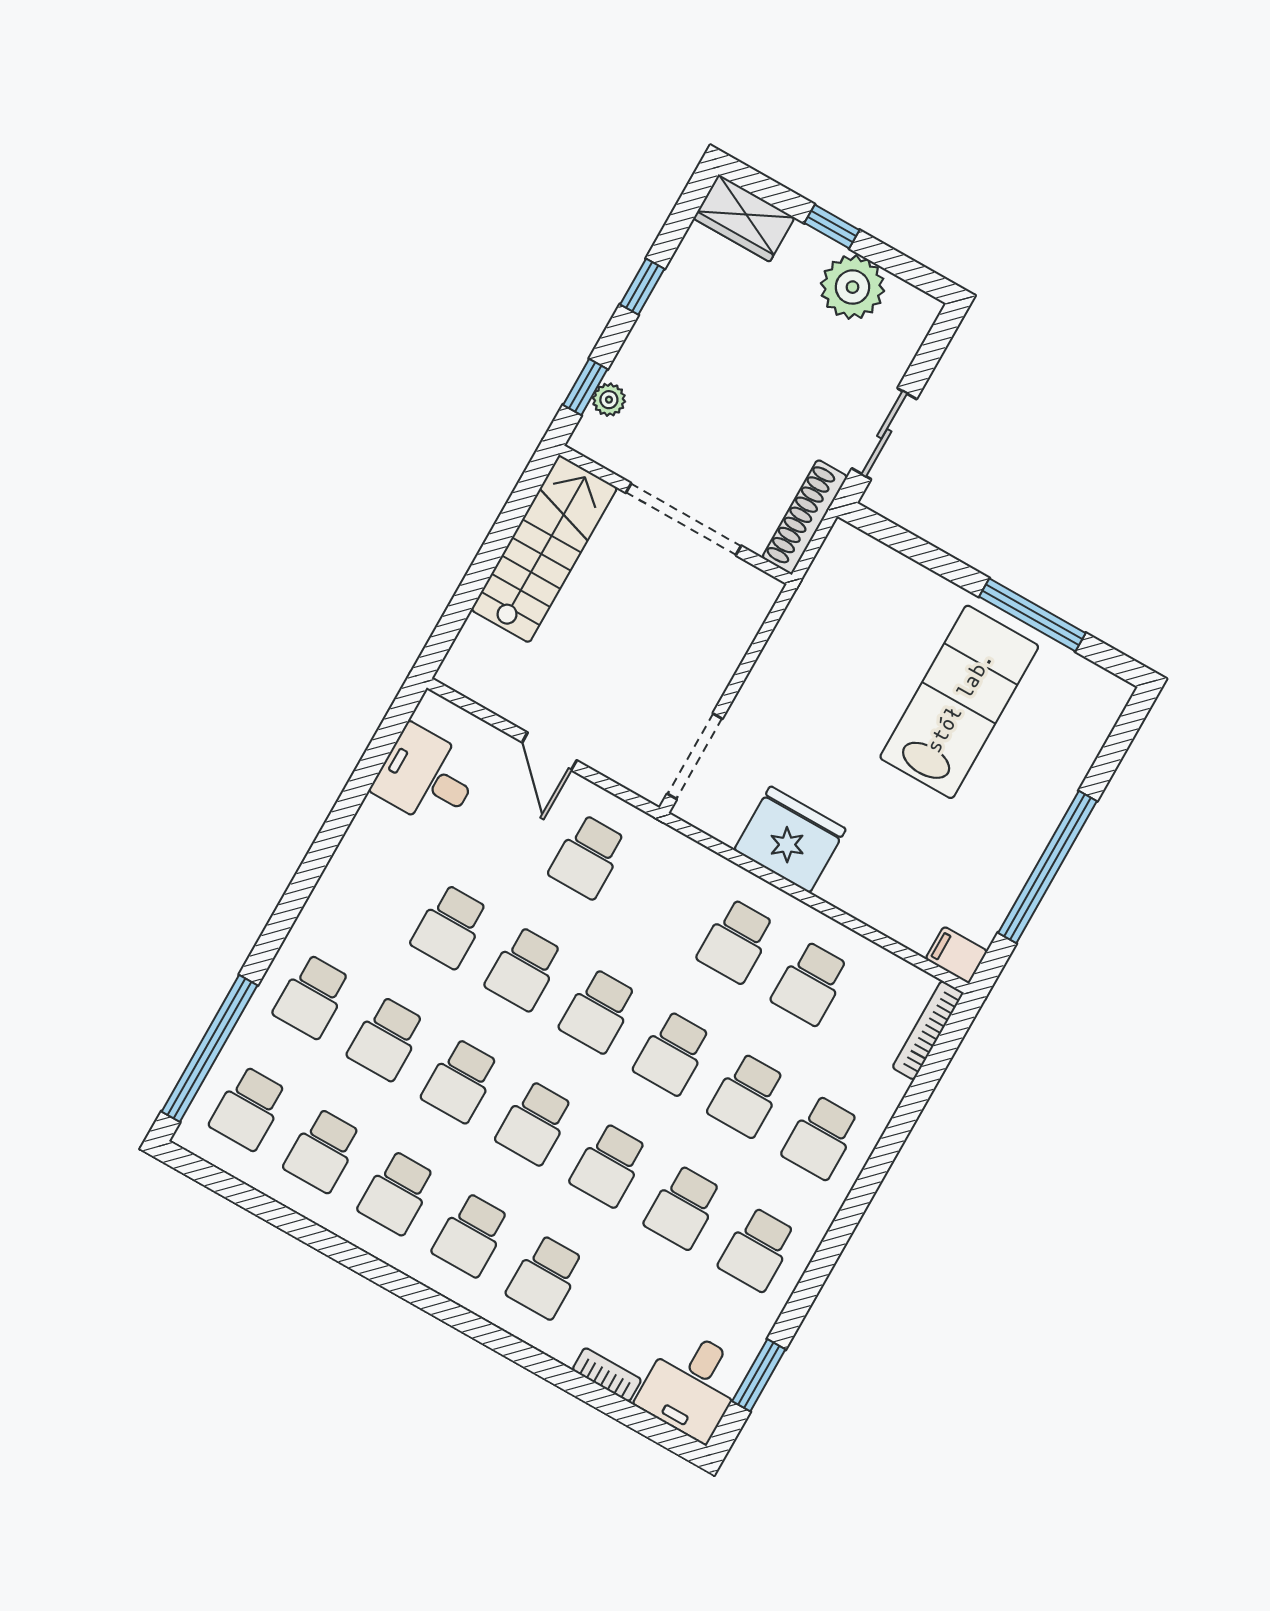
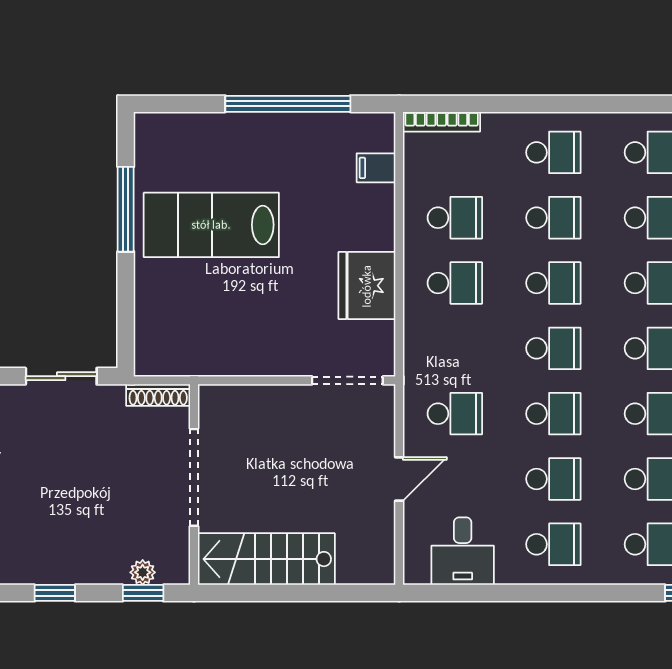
shoe rack: (805, 517) -> (158, 395), width x0.74, depth x0.81
school desk: (376, 884) -> (553, 544), added
filing cabinet: (956, 955) -> (376, 168), moved, turned 90

